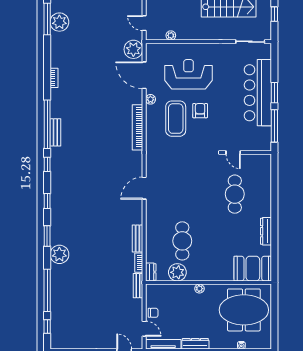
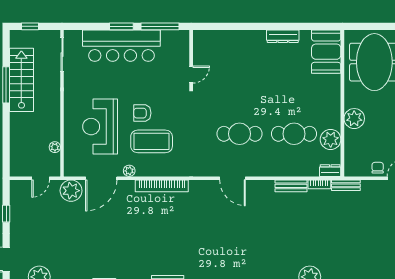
cafe table: (235, 194) -> (240, 134), moved
plant: (199, 289) -> (354, 119), width x1.87, depth x1.87

